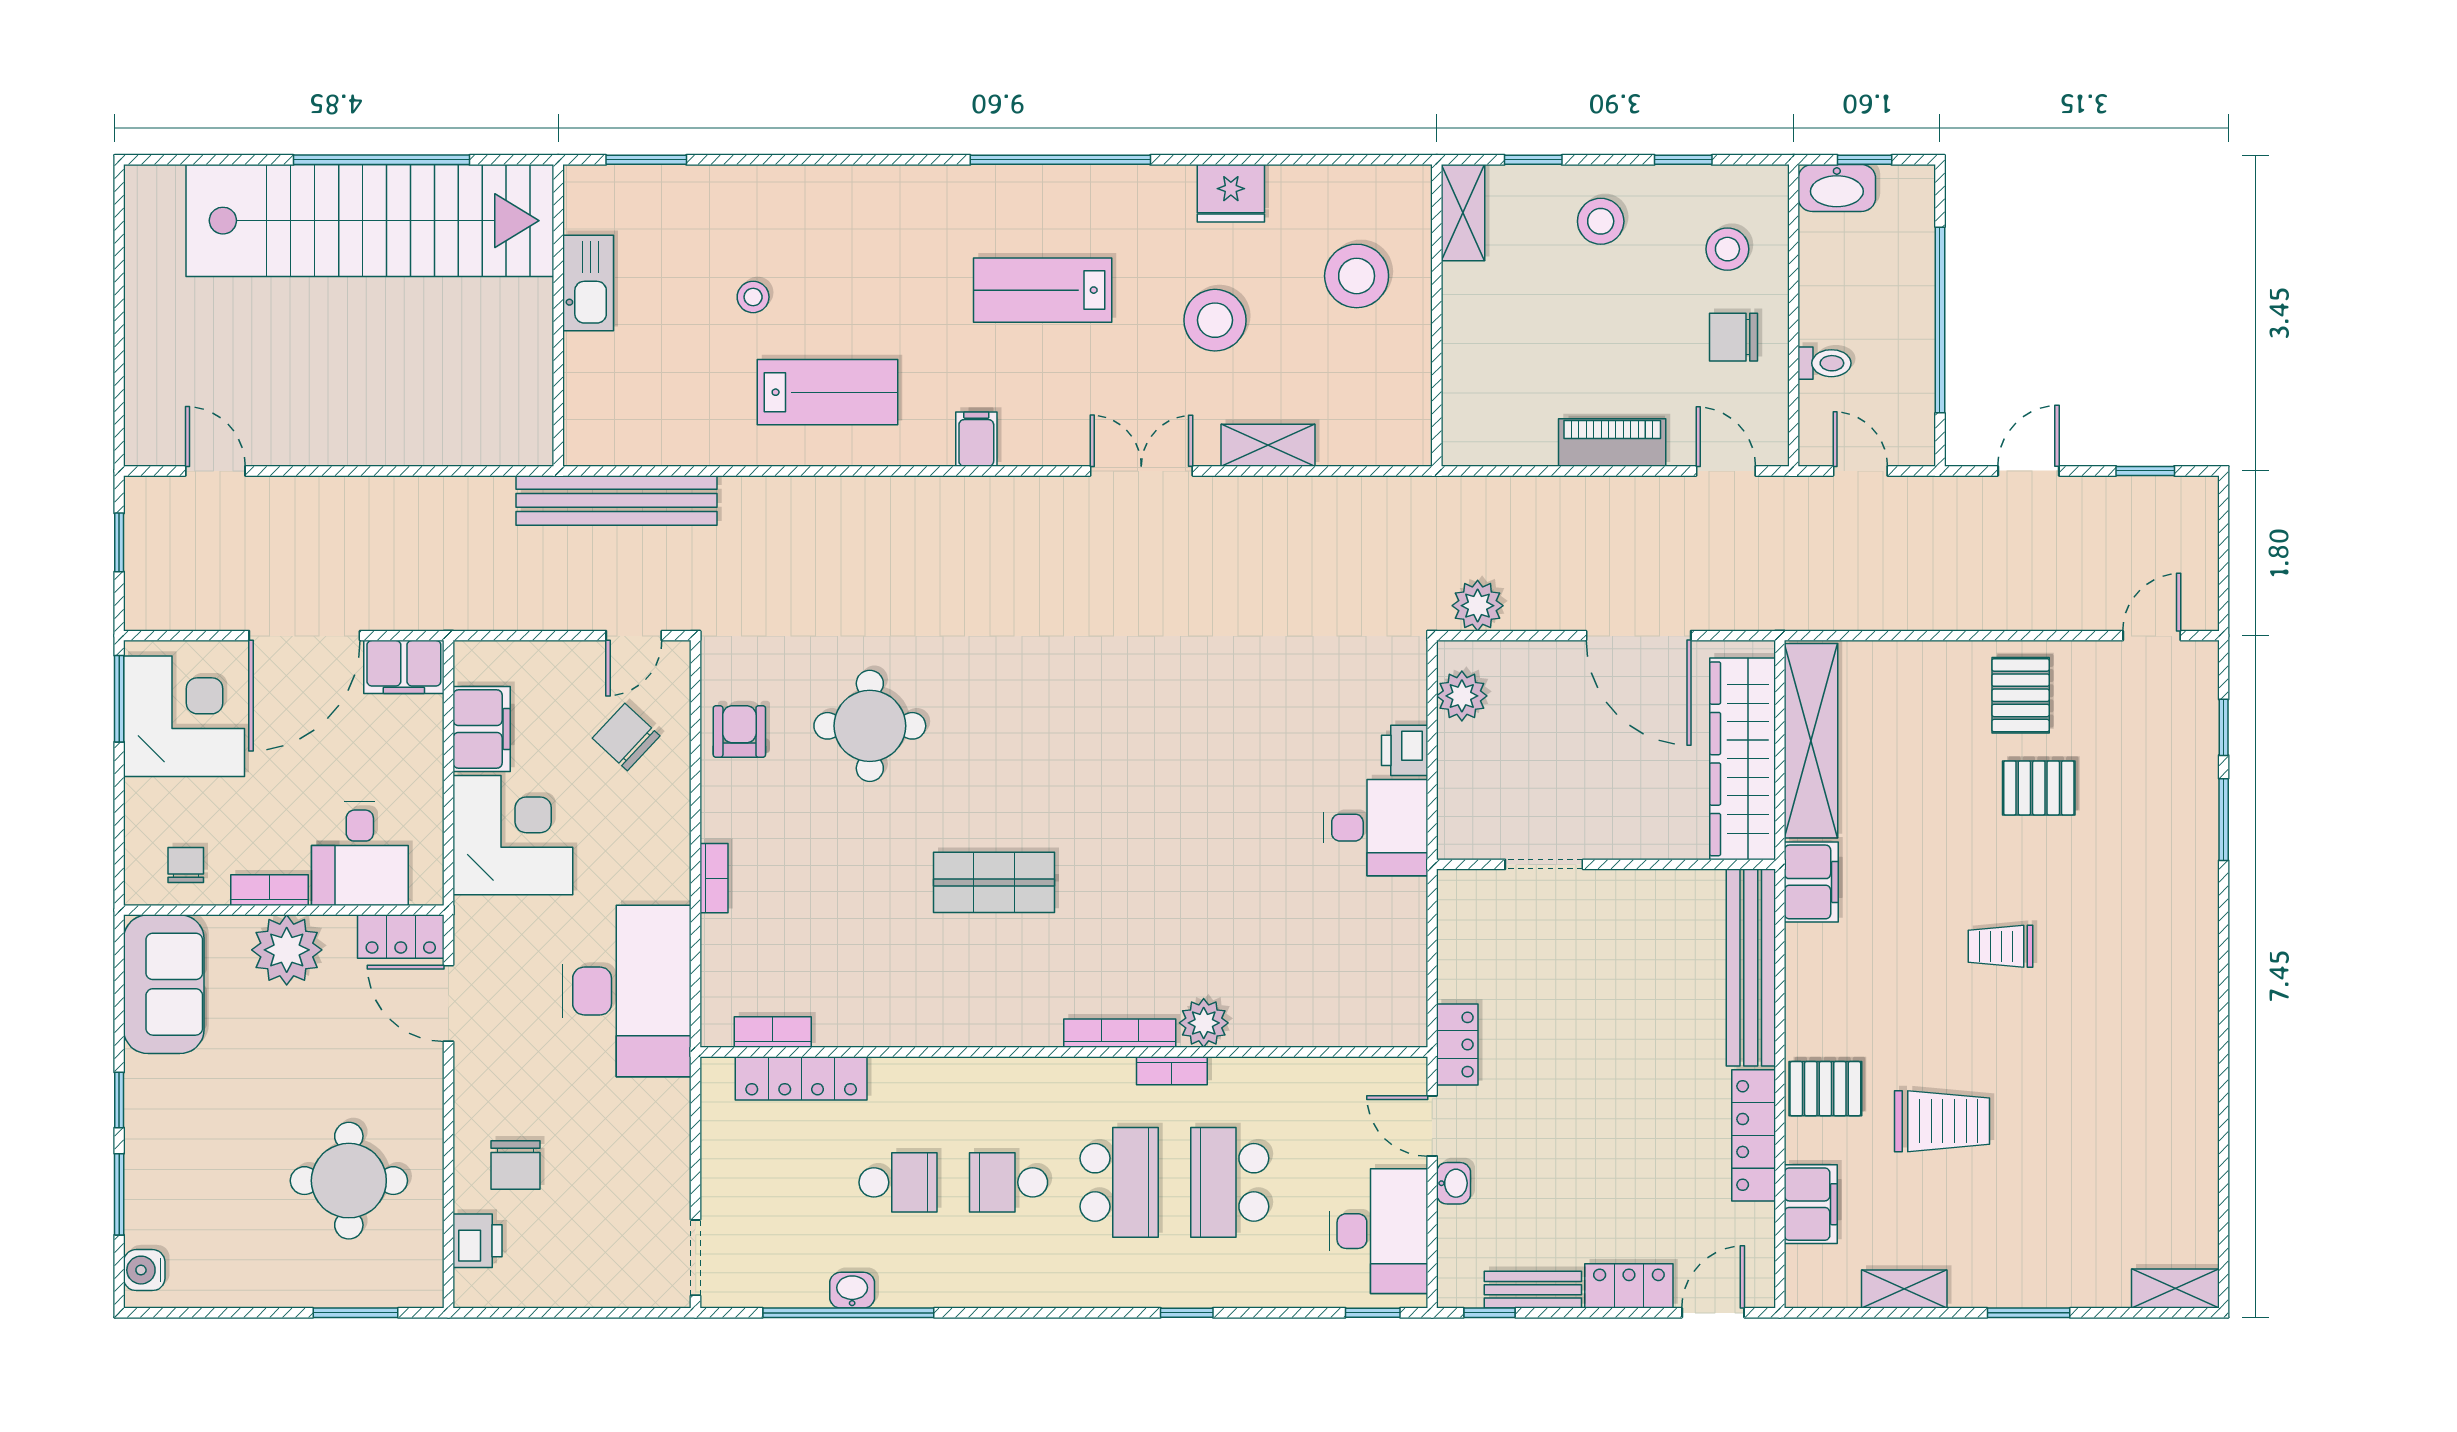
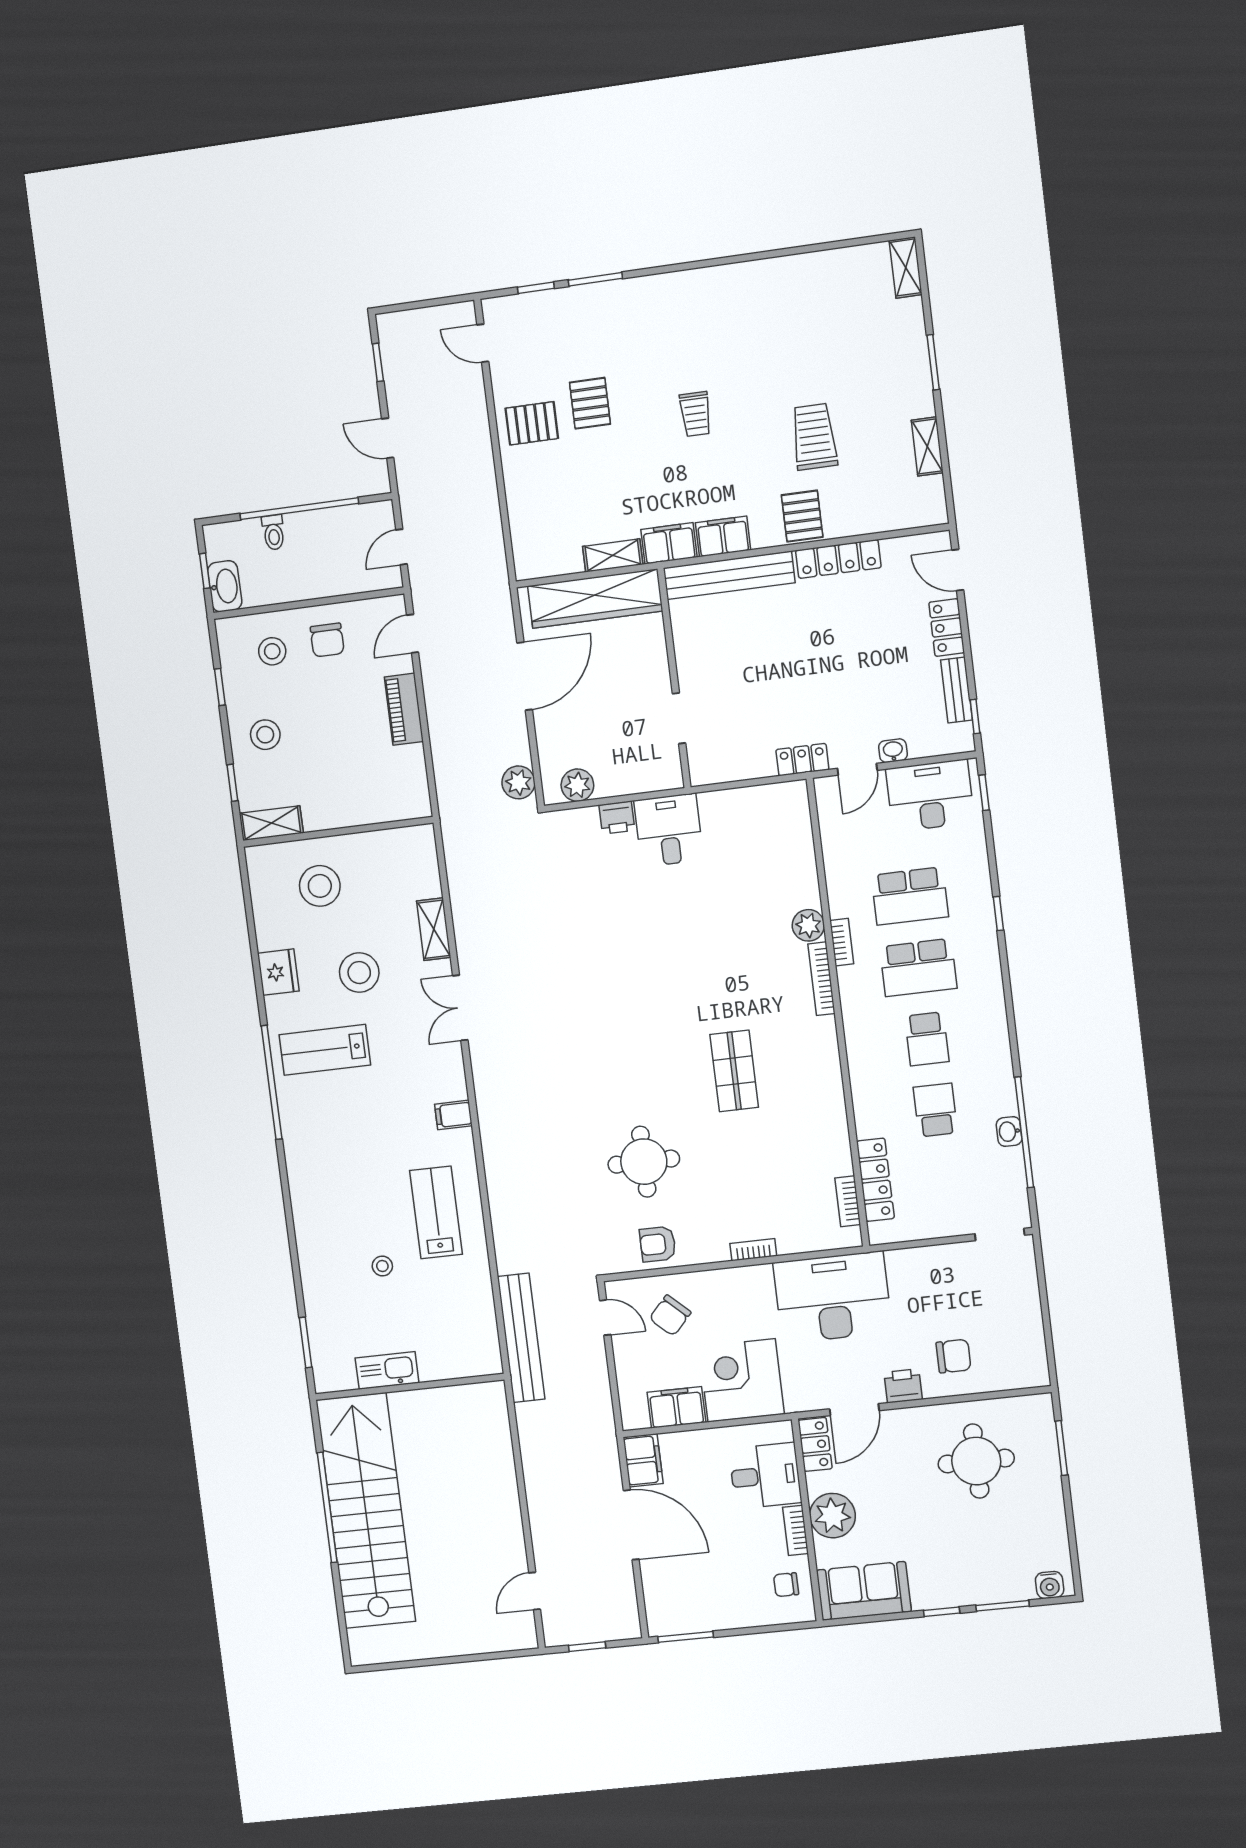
lab bench: (1043, 290) -> (325, 1050), moved, turned 90
toilet: (1825, 363) -> (273, 532), moved, turned 180
corner desk: (184, 716) -> (692, 1595), removed
shelving: (1811, 741) -> (613, 555), width x0.45, depth x0.75
school desk: (1119, 1182) -> (918, 968), turned 180
filing cabinet: (1811, 1204) -> (723, 536), moved
printer: (478, 1241) -> (903, 1386), moved

